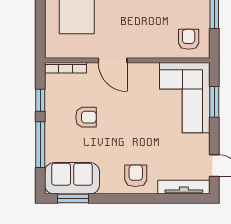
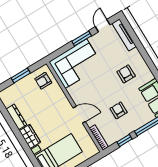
door: (113, 60) -> (79, 115), hinge flipped
window: (214, 102) -> (82, 38), moved
armchair: (136, 176) -> (126, 74), moved, turned 90

